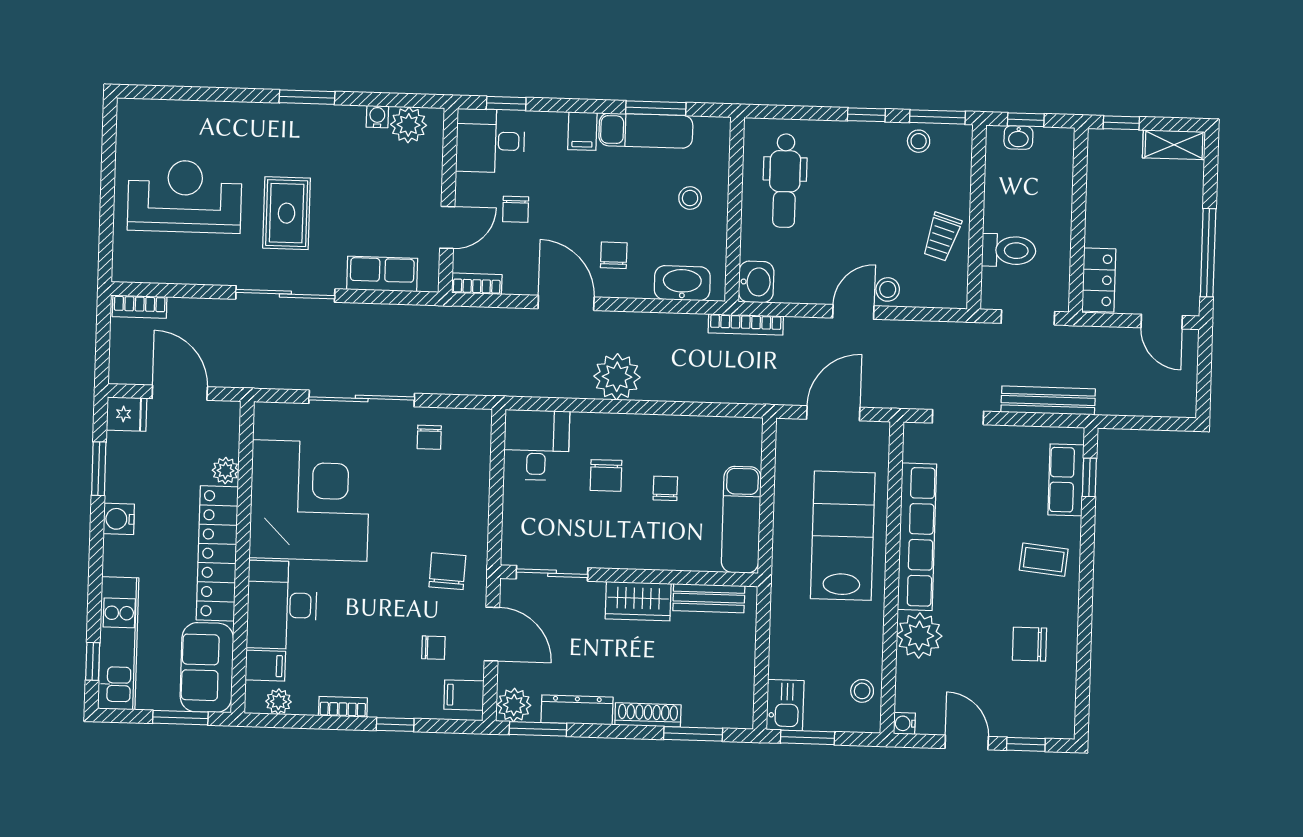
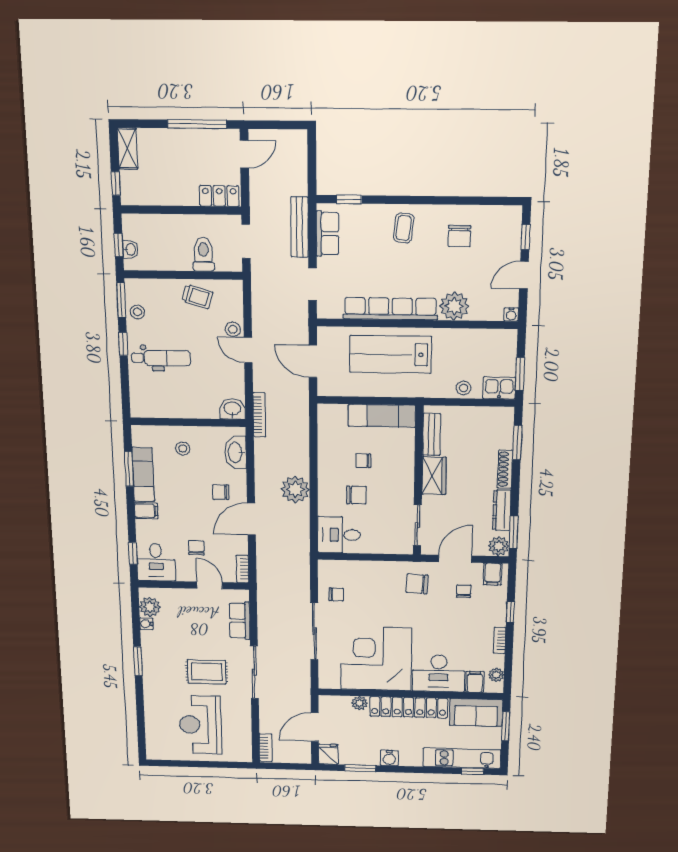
dental chair: (785, 181) -> (161, 358), moved
chair: (516, 209) -> (196, 548), turned -90
row of seats: (1066, 480) -> (328, 234), moved, turned -90
stool: (862, 691) -> (464, 388), moved

